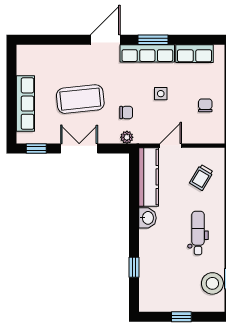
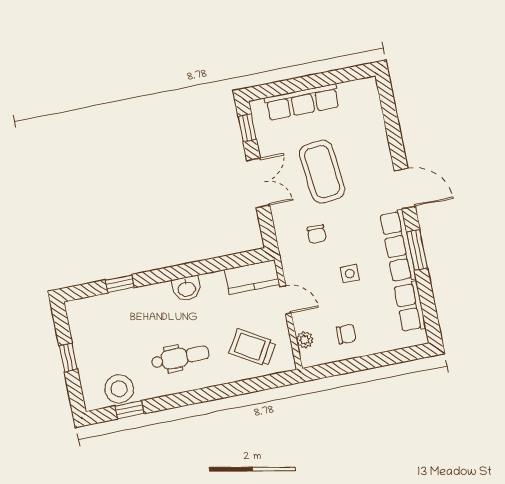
plant: (127, 137) -> (305, 340), moved
kitchen counter: (149, 177) -> (252, 277), width x0.67
trolley: (201, 177) -> (252, 348), width x1.36, depth x1.39

